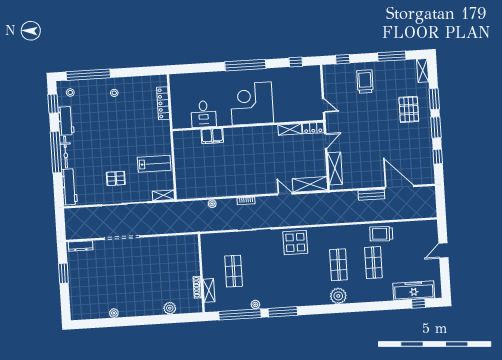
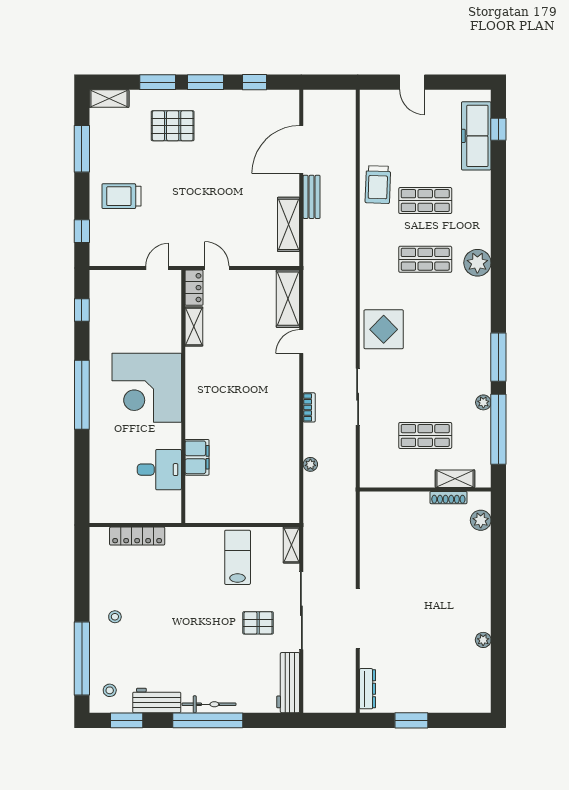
shelving: (335, 168) -> (289, 224), moved, turned 90
pallet: (116, 178) -> (258, 623), turned 90
workbench: (69, 187) -> (288, 683), moved, turned -90
plant: (170, 308) -> (481, 520), moved

